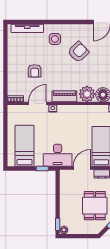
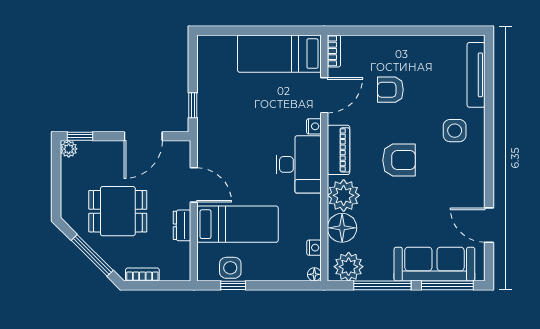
armchair: (78, 52) -> (399, 160), moved, turned -46
door: (37, 103) -> (324, 95), hinge flipped
bed: (24, 146) -> (279, 54), moved, turned 180
desk: (58, 155) -> (299, 164), moved, turned 180
door: (58, 193) -> (143, 136), added

